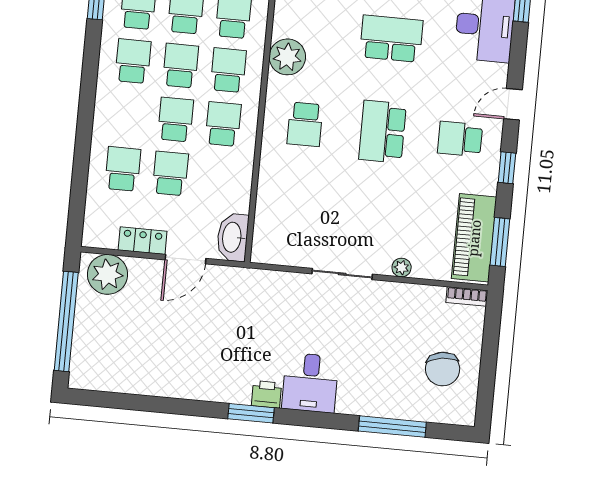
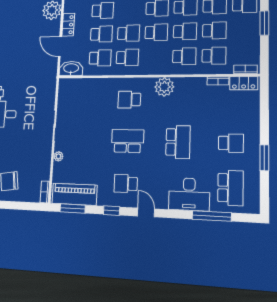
school desk: (228, 70) -> (100, 58), moved
school desk: (460, 139) -> (126, 184), turned -90

